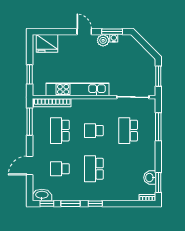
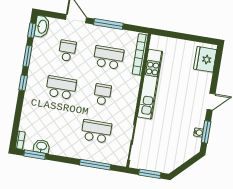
plant: (103, 40) -> (198, 120), removed
window: (30, 74) -> (175, 35), removed
window: (30, 122) -> (108, 24), moved

